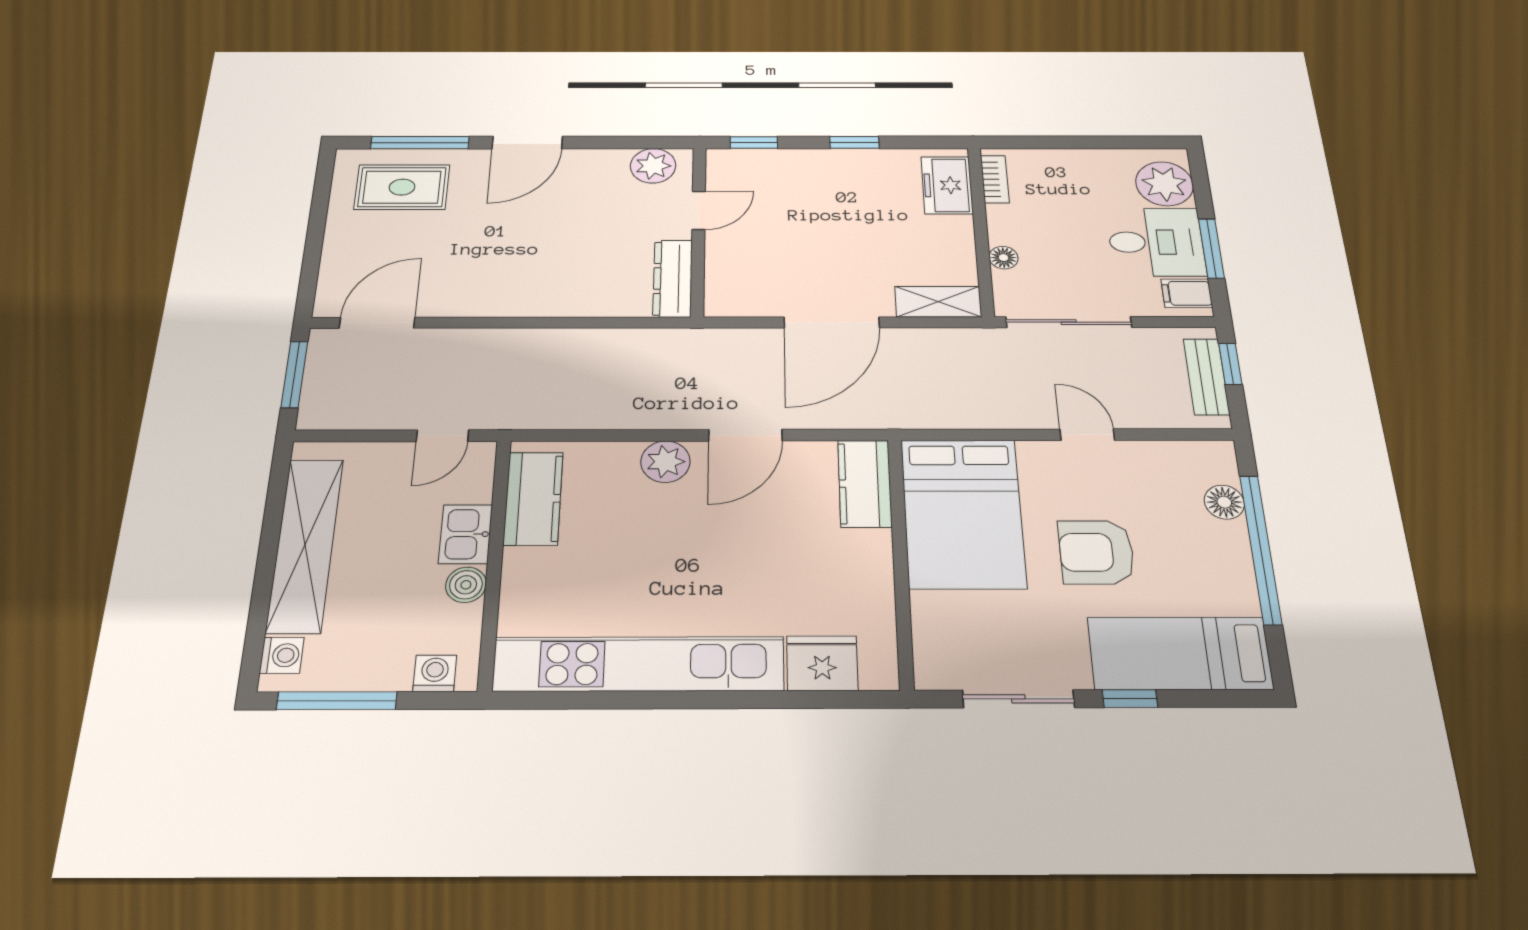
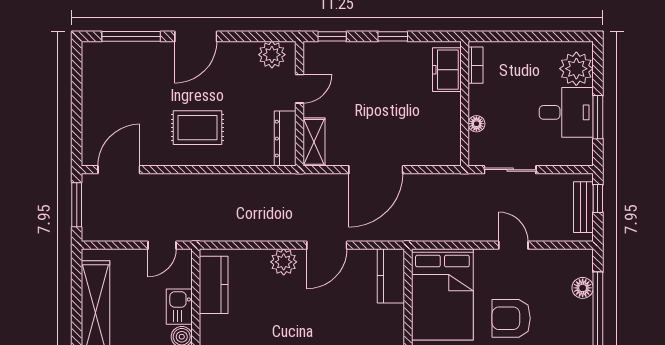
rug: (402, 187) -> (197, 128), moved
filing cabinet: (1187, 293) -> (580, 150), removed
shelving: (938, 302) -> (314, 142), moved, turned 90
sliding door: (1069, 322) -> (510, 170), width x0.73

